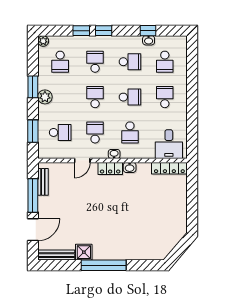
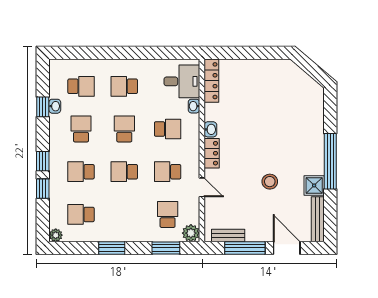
school desk: (60, 62) -> (81, 214), turned 180
plant: (45, 97) -> (191, 233), moved
washbasin: (114, 154) -> (194, 106), moved
stool: (87, 216) -> (270, 182), added

